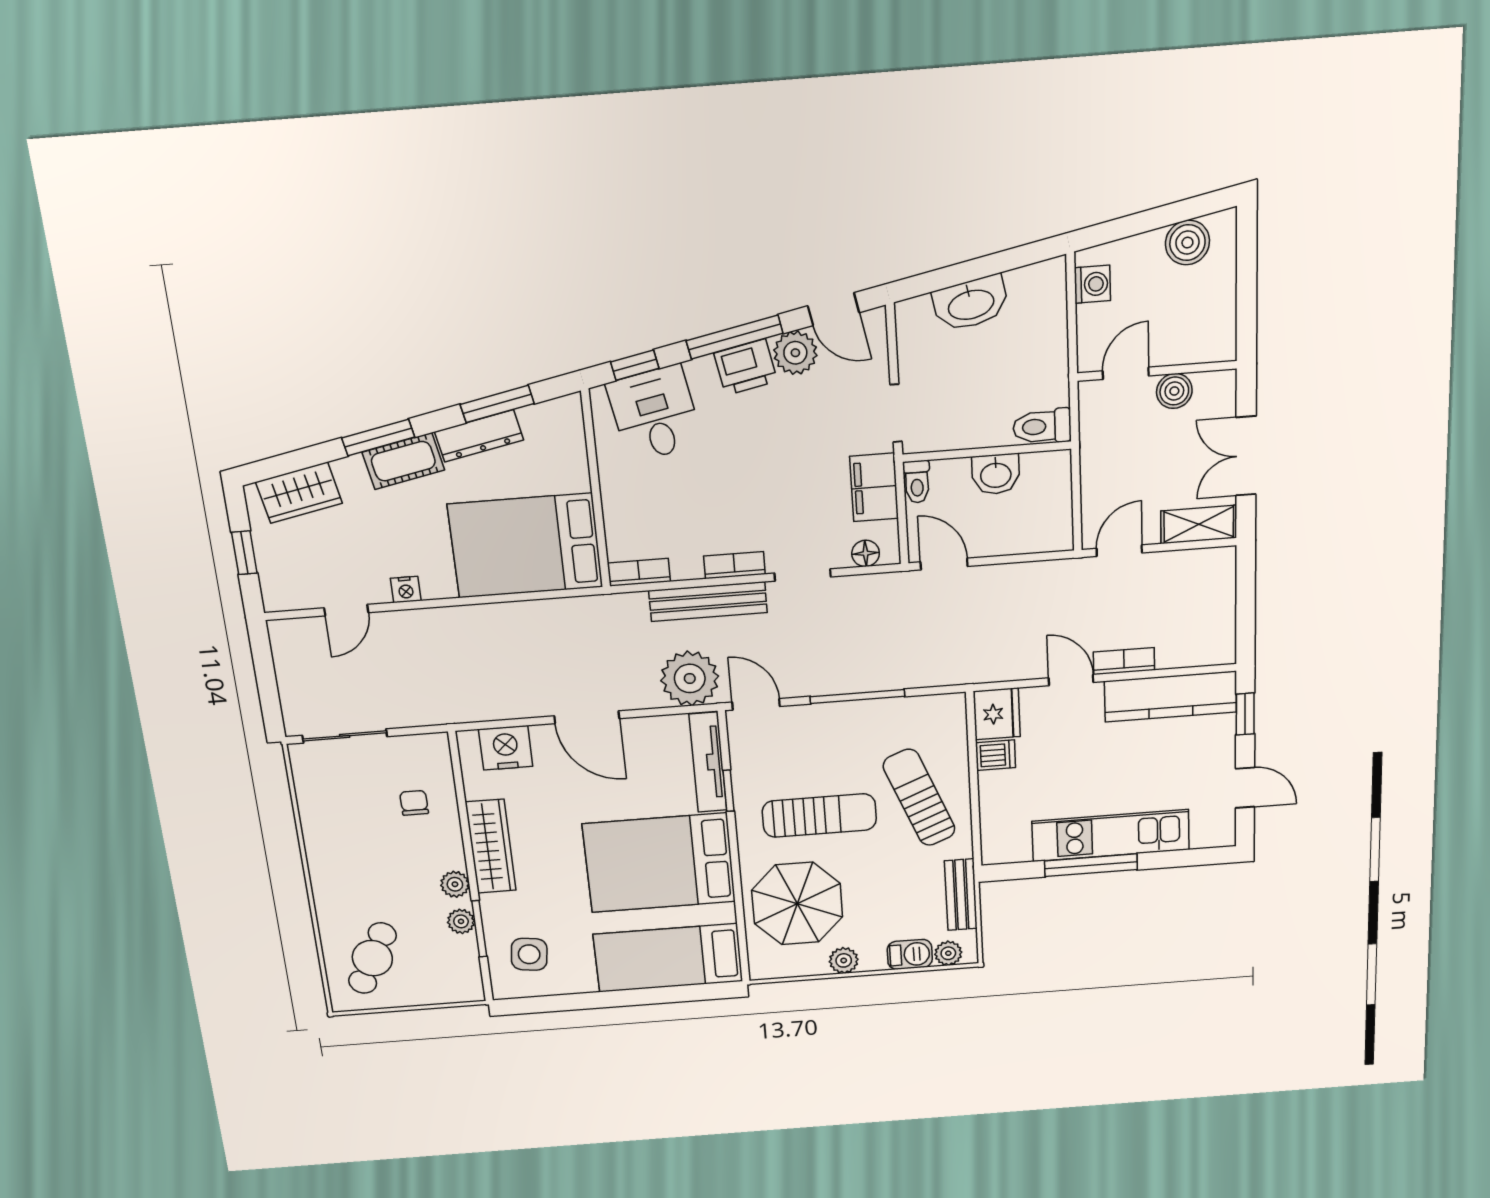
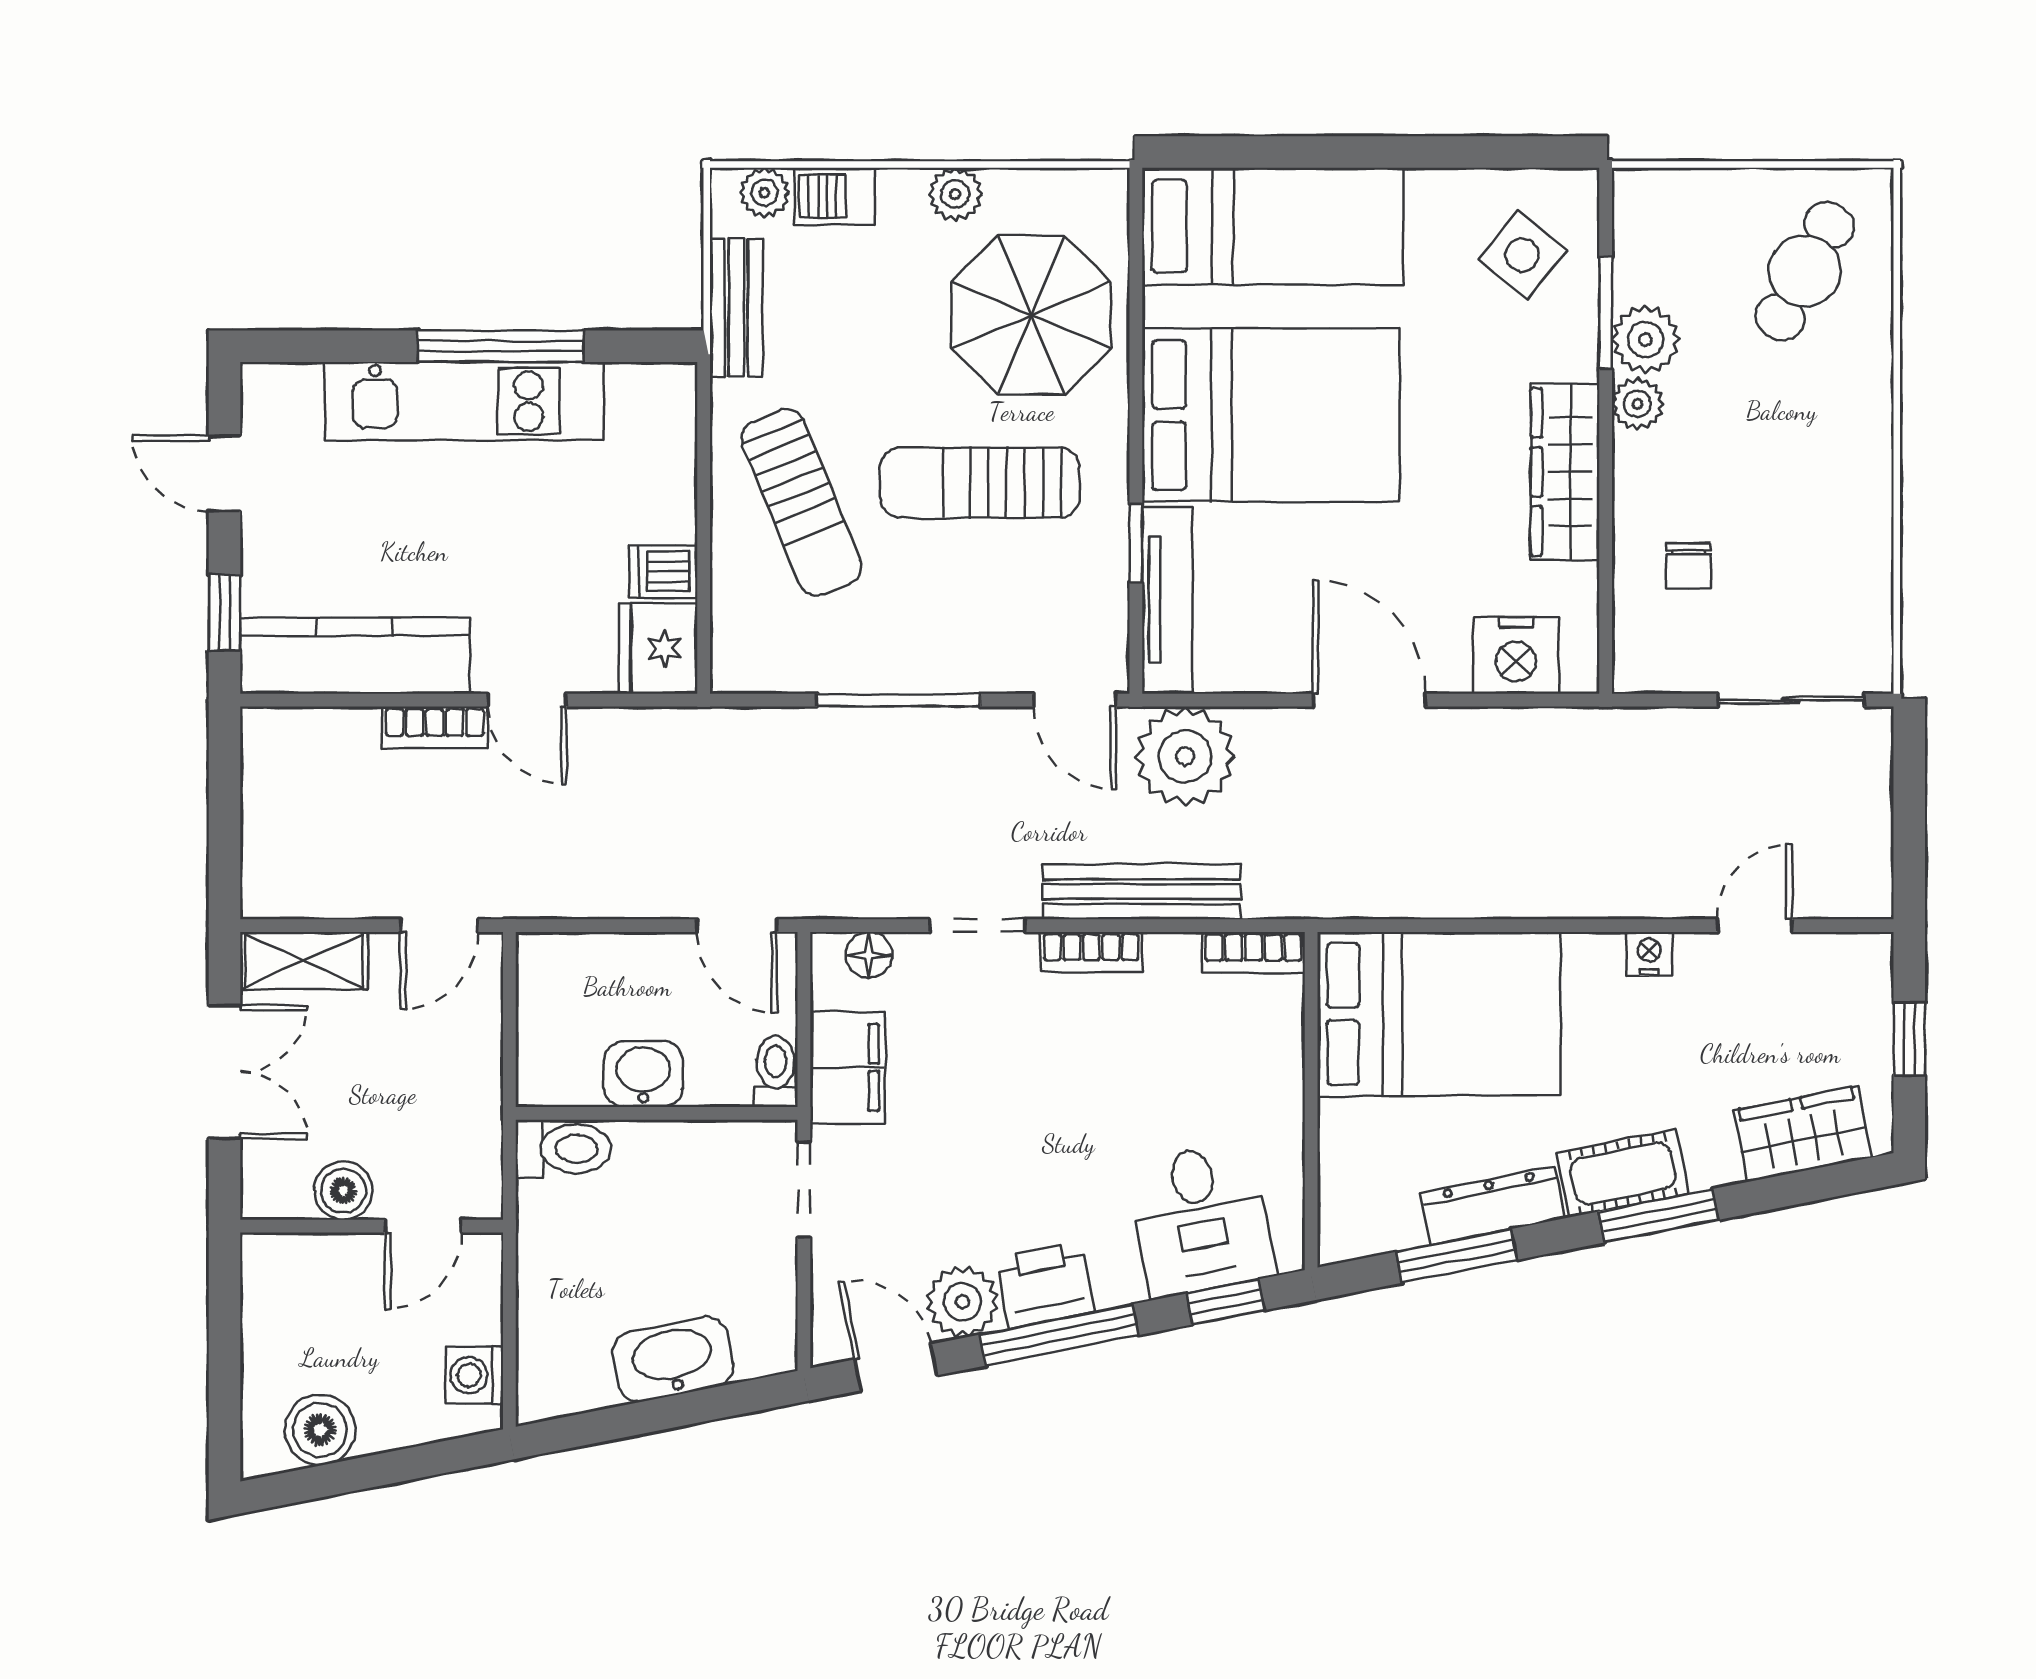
plant: (461, 921) -> (1645, 340), width x1.38, depth x1.38
side table: (529, 954) -> (1522, 255), turned 32

